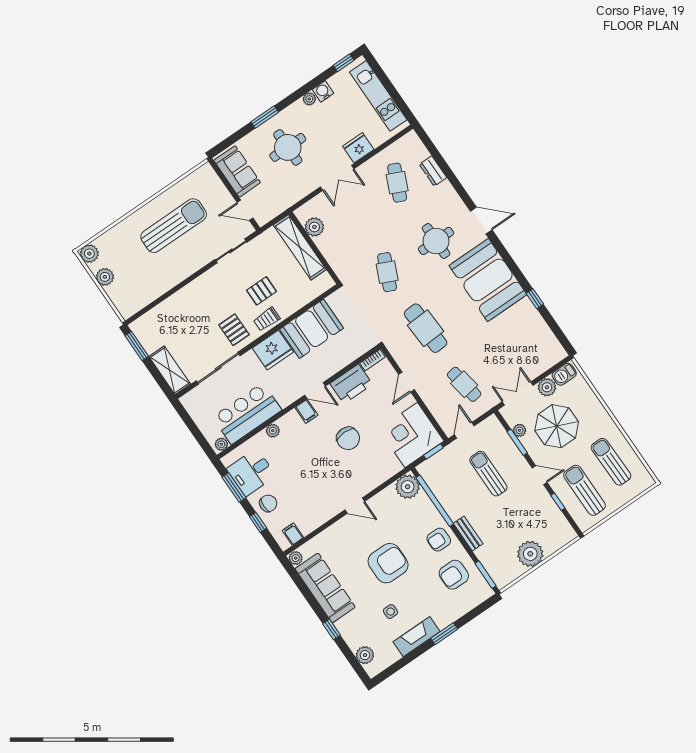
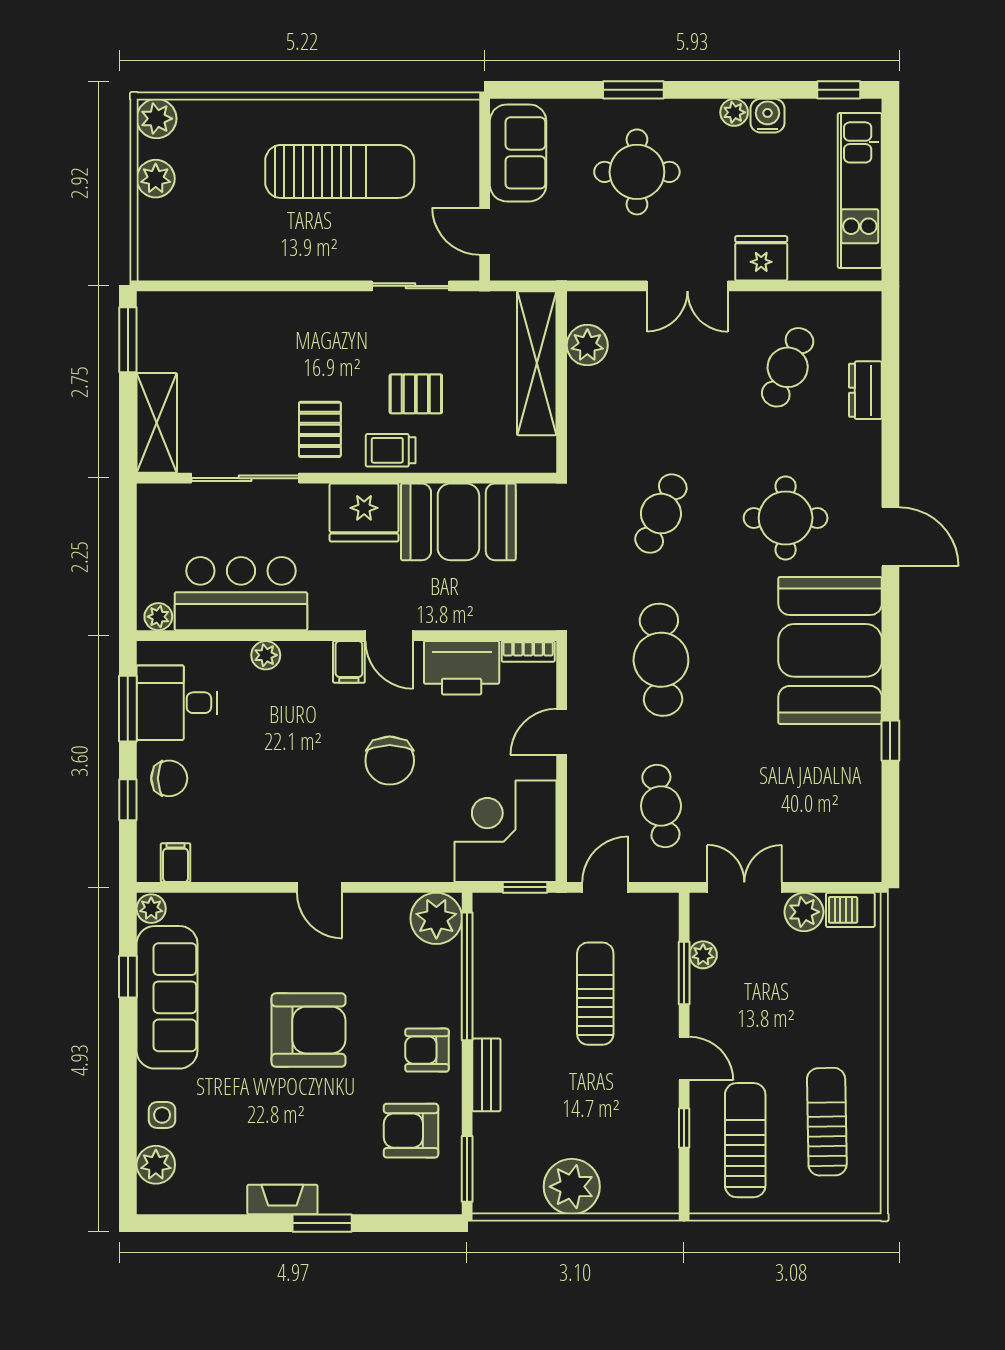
parasol: (557, 426) -> (774, 993), removed
side table: (391, 612) -> (162, 1115), moved
window: (332, 629) -> (128, 977), moved
fireplace: (416, 637) -> (282, 1200), width x0.73, depth x0.76

